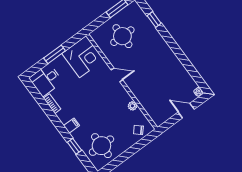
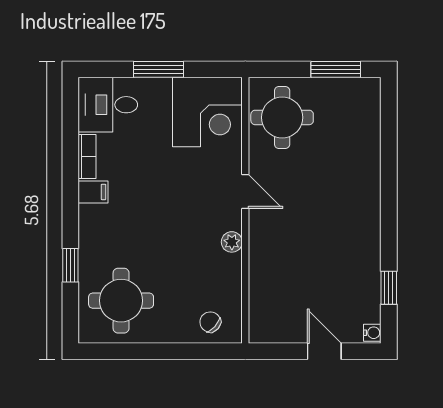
window: (154, 20) -> (389, 288), moved
round table: (122, 36) -> (282, 117), moved
plant: (132, 106) -> (232, 242), moved
filing cabinet: (71, 126) -> (93, 192), moved

